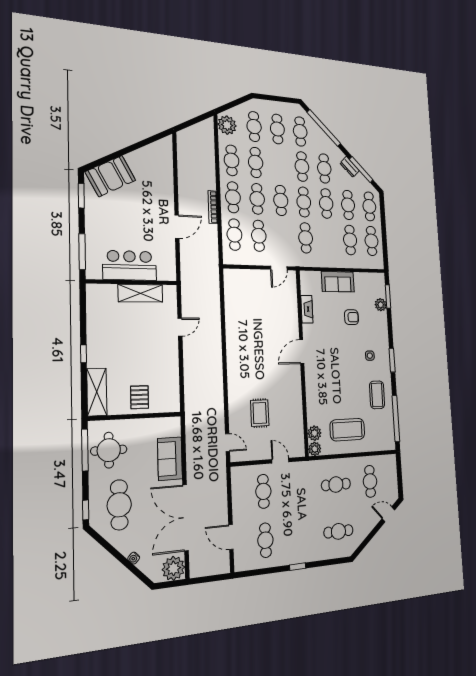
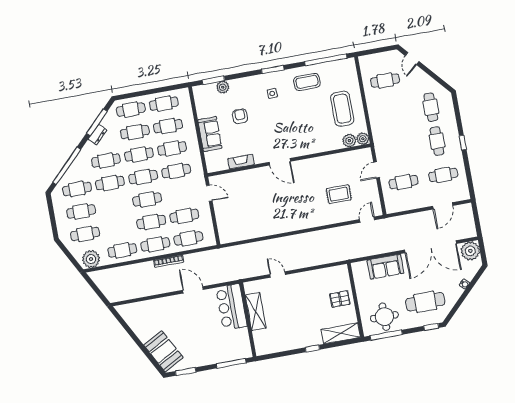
cafe table: (256, 162) -> (172, 149), moved
bar counter: (130, 265) -> (231, 307), moved
cafe table: (336, 485) -> (437, 141), moved

